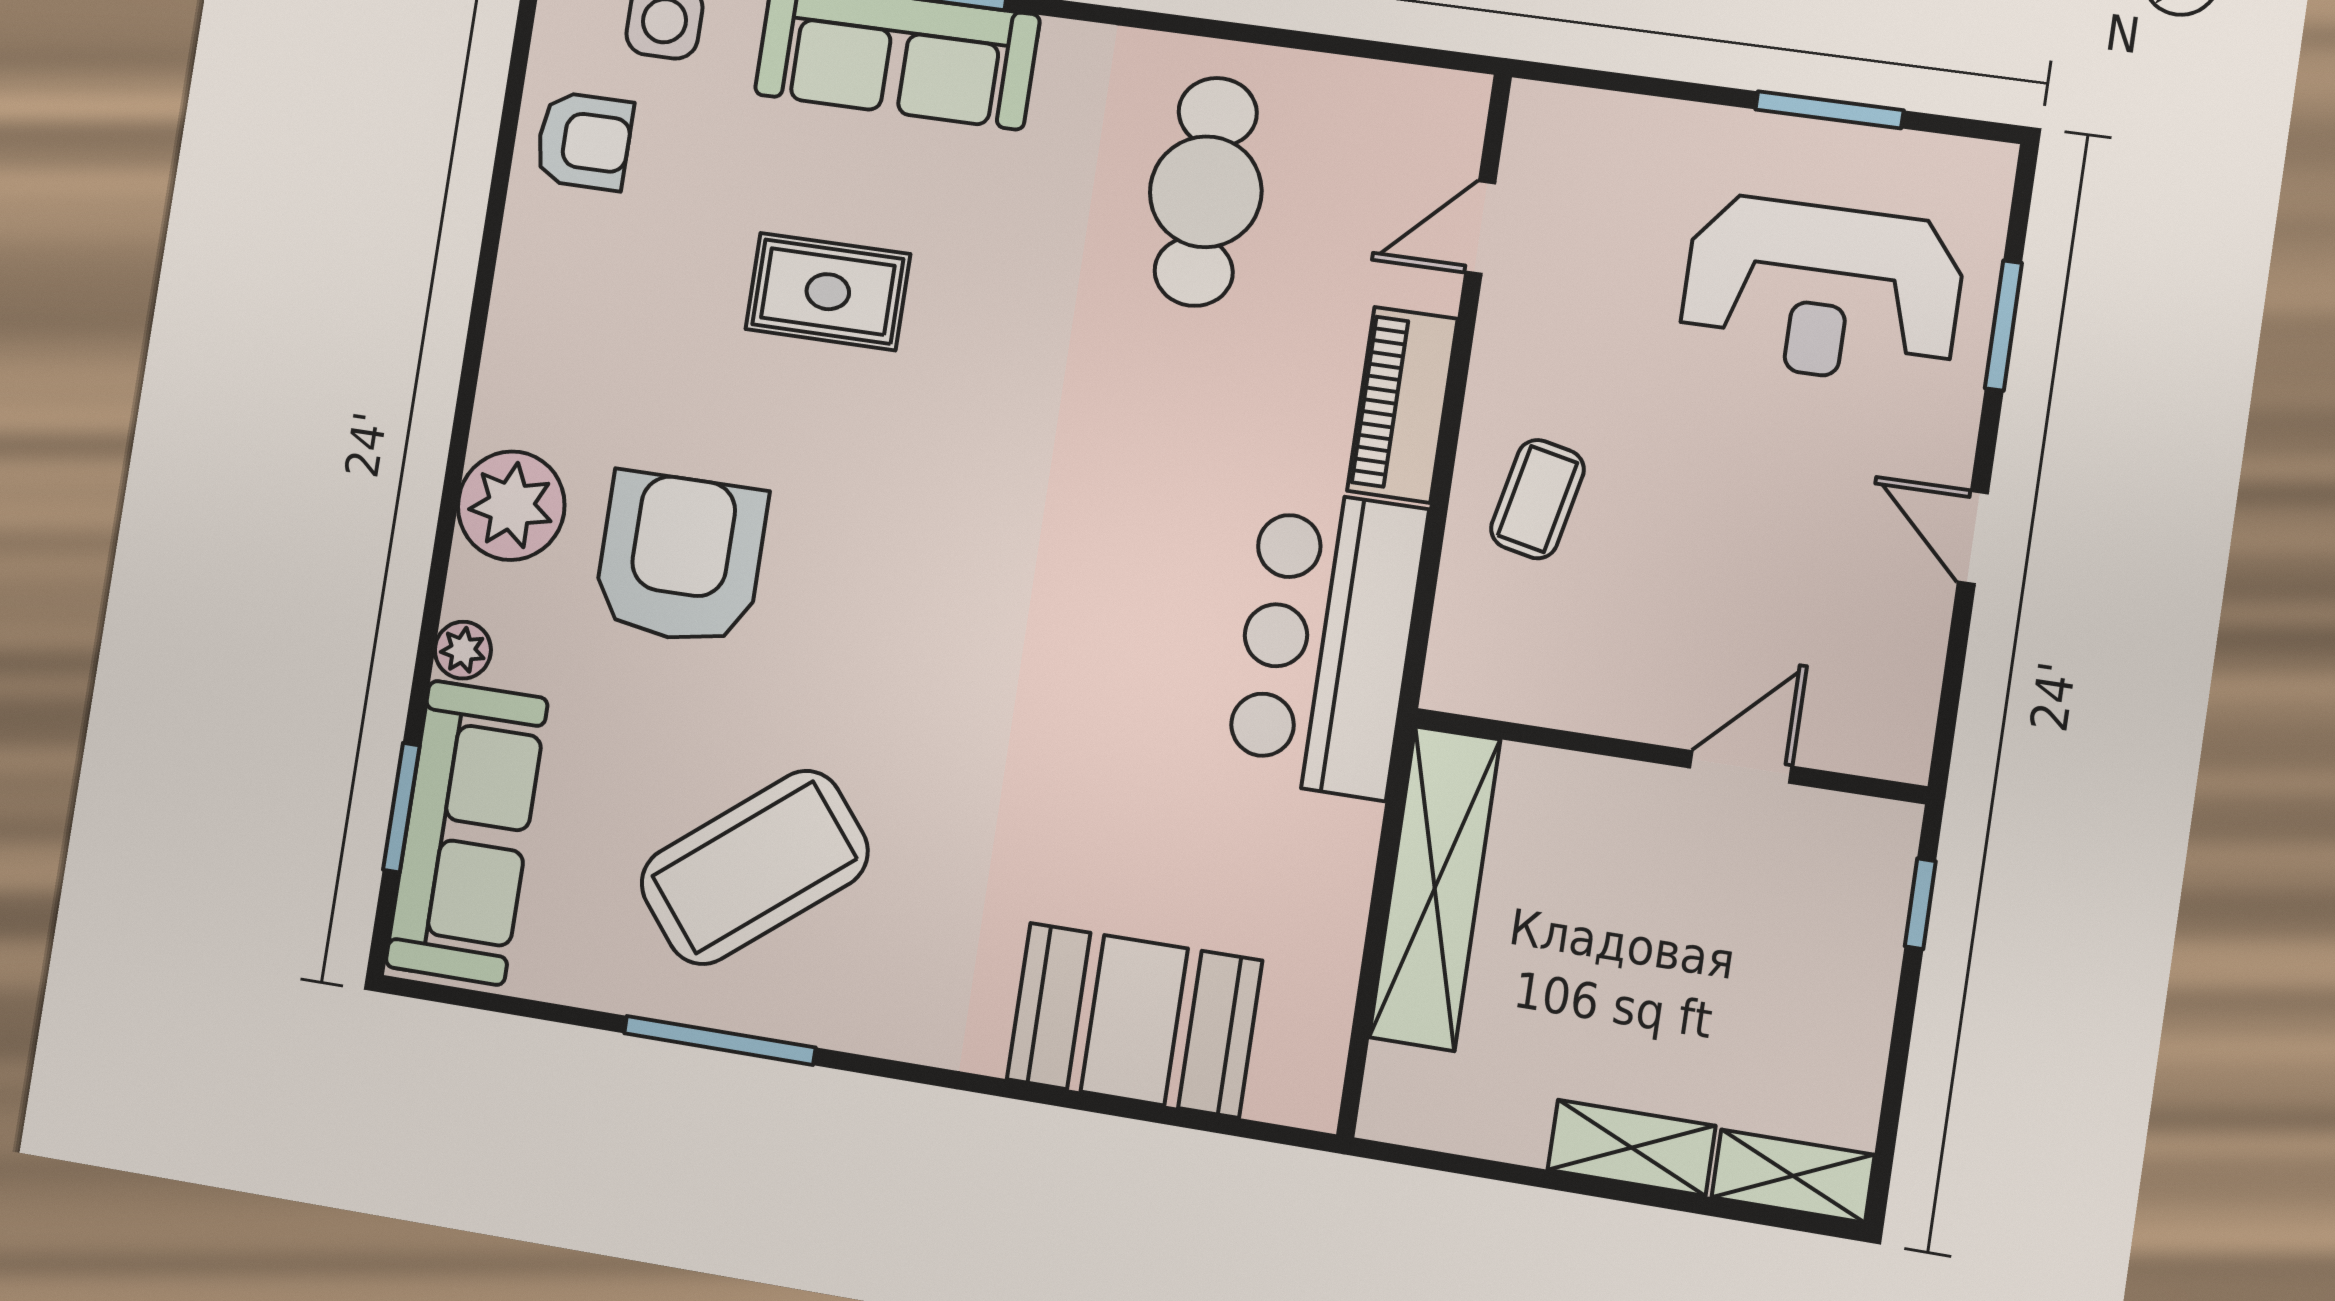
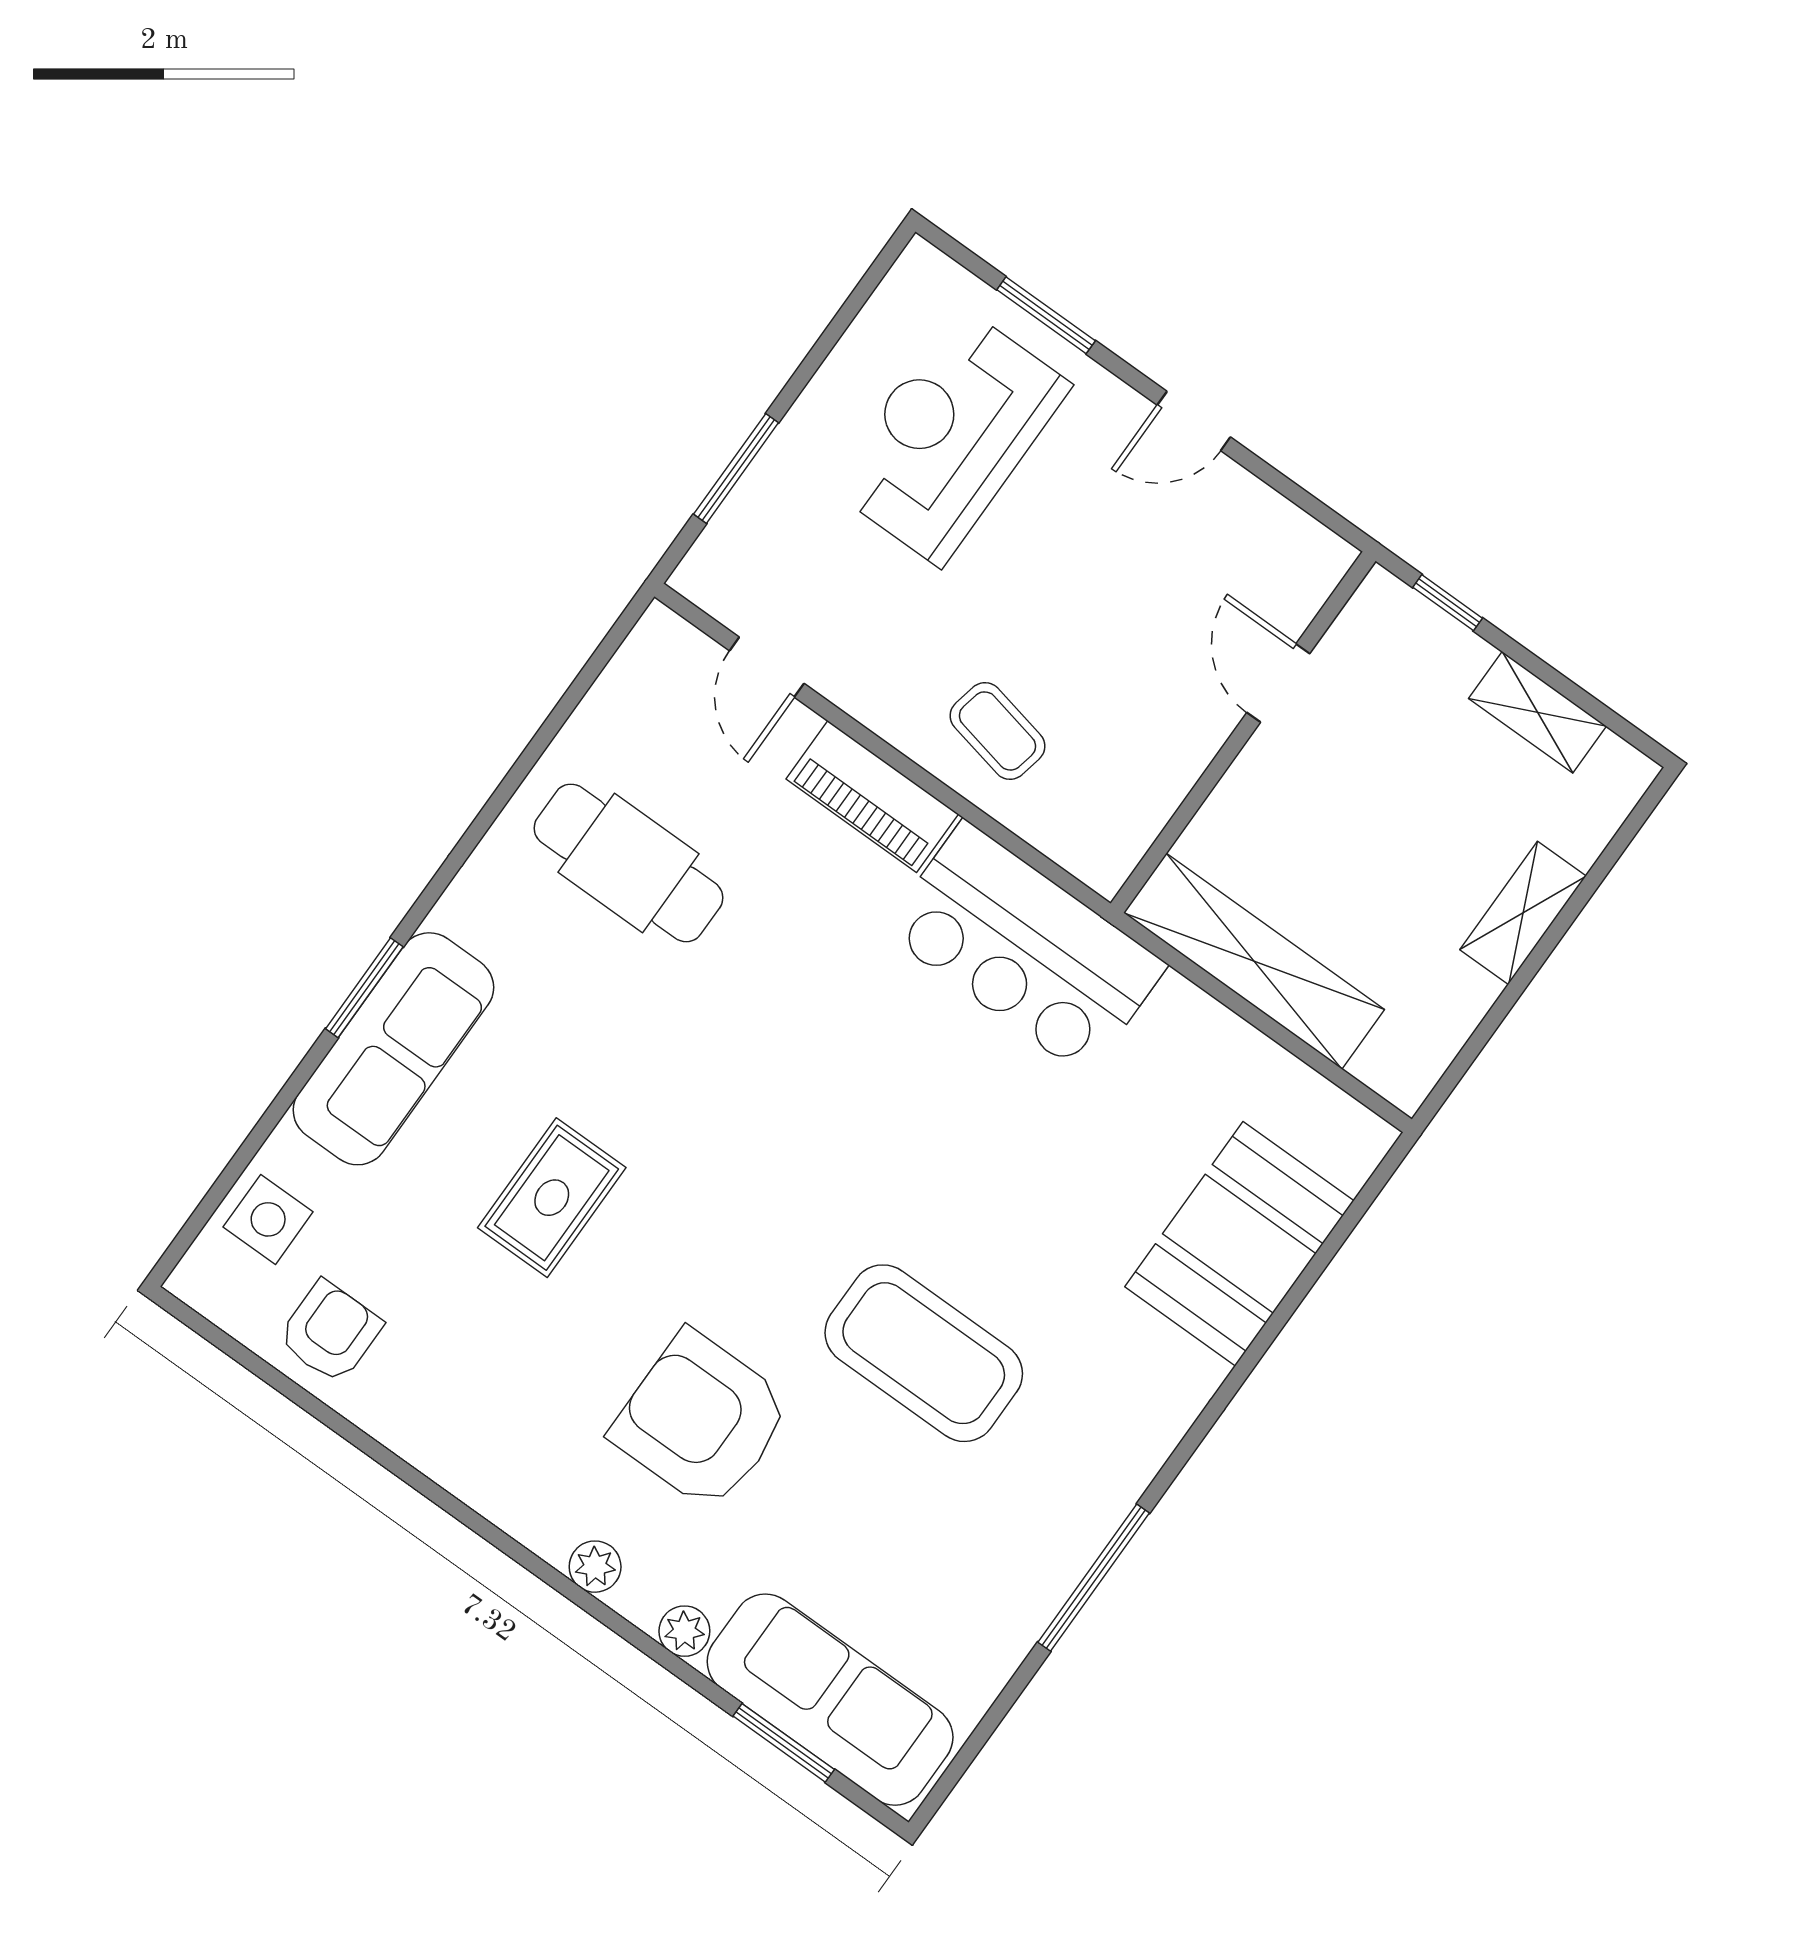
window: (1829, 110) -> (736, 468), moved
reception desk: (1822, 291) -> (950, 436), turned 180
plant: (511, 506) -> (595, 1567), width x0.53, depth x0.53
coffee table: (754, 867) -> (924, 1353), moved, turned -51
shelving: (1793, 1176) -> (1538, 712), moved, turned 90

